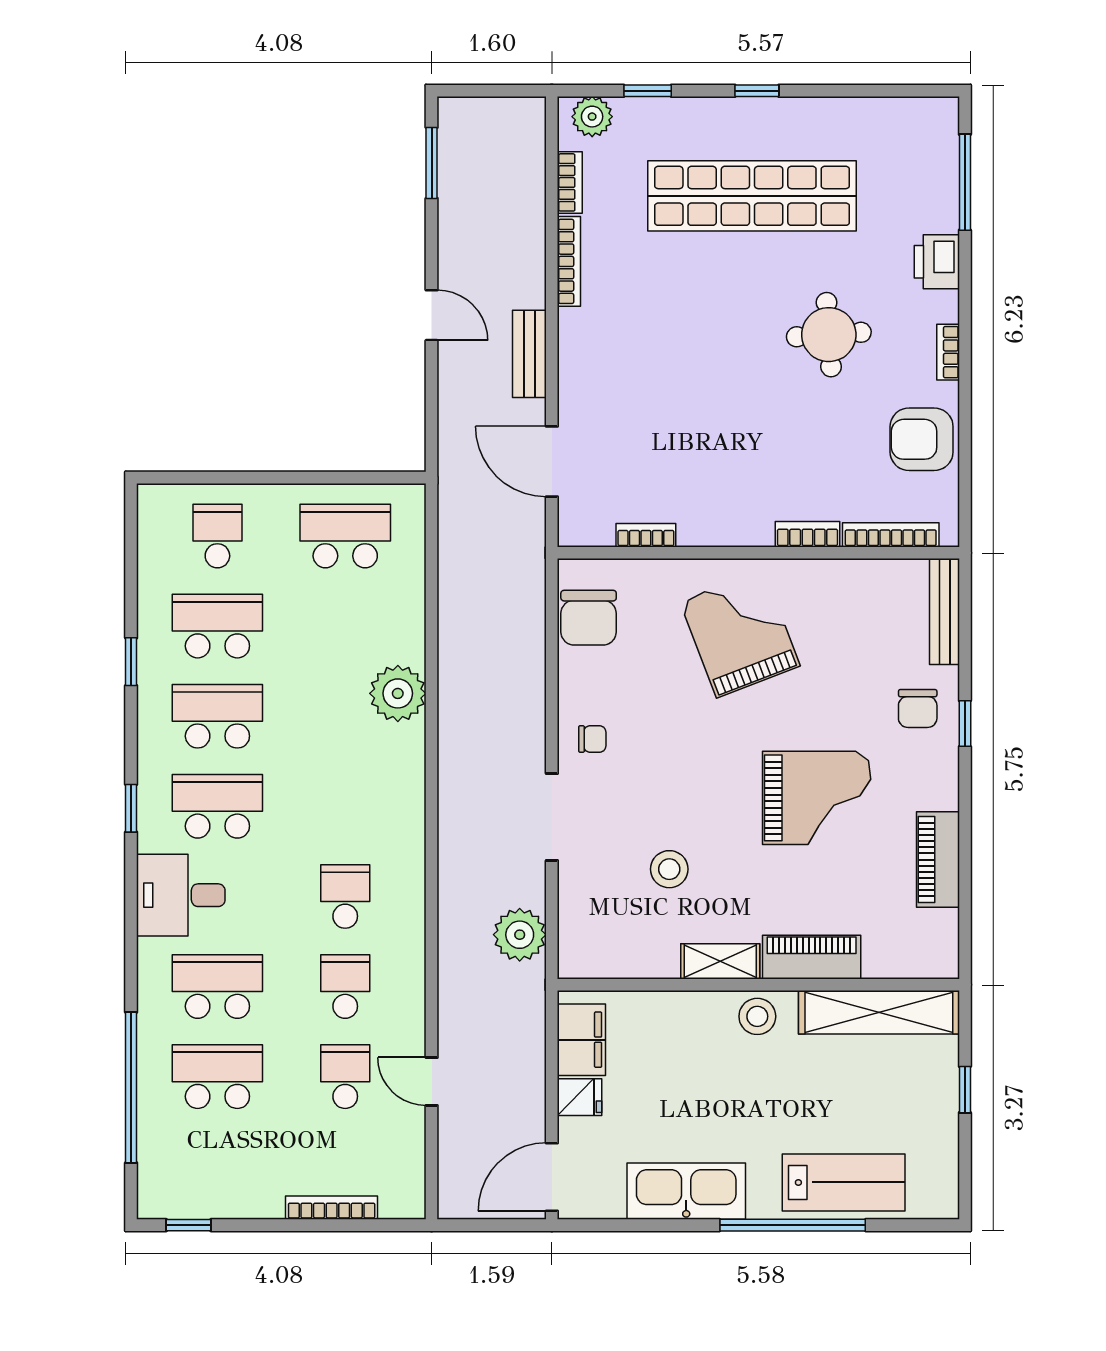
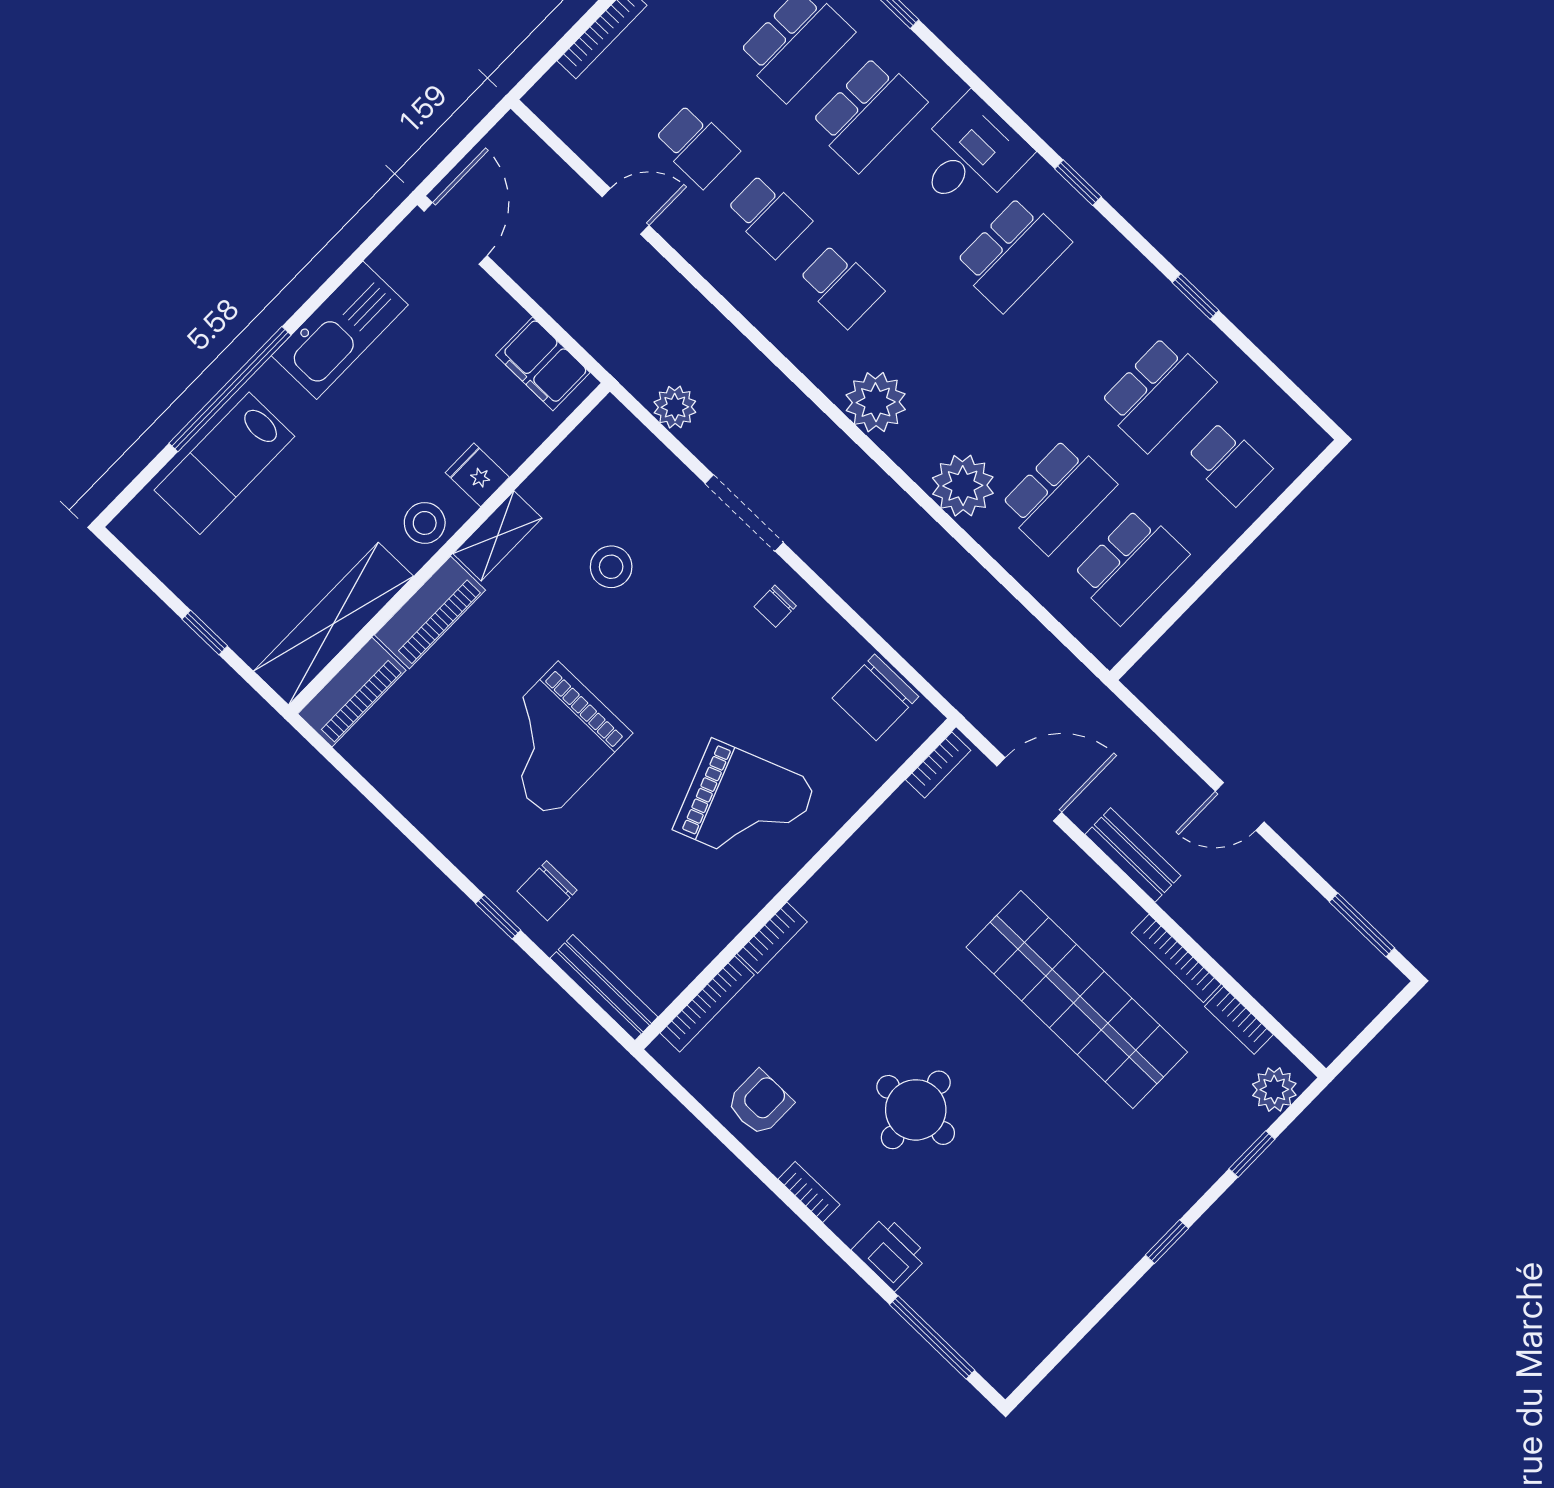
shop shelf: (752, 196) -> (1077, 1000), moved, turned 90
armchair: (922, 439) -> (760, 1103), width x0.72, depth x0.72
bookcase: (646, 535) -> (938, 765), moved
chair: (589, 618) -> (875, 697), turned -90
chair: (918, 708) -> (547, 891), turned -90
school desk: (217, 716) -> (1058, 496), moved
plant: (398, 801) -> (876, 402), added
piano: (938, 860) -> (352, 692), moved, turned 90
plant: (520, 935) -> (675, 407), width x0.73, depth x0.73
fridge: (580, 1097) -> (477, 475), moved, turned 90

